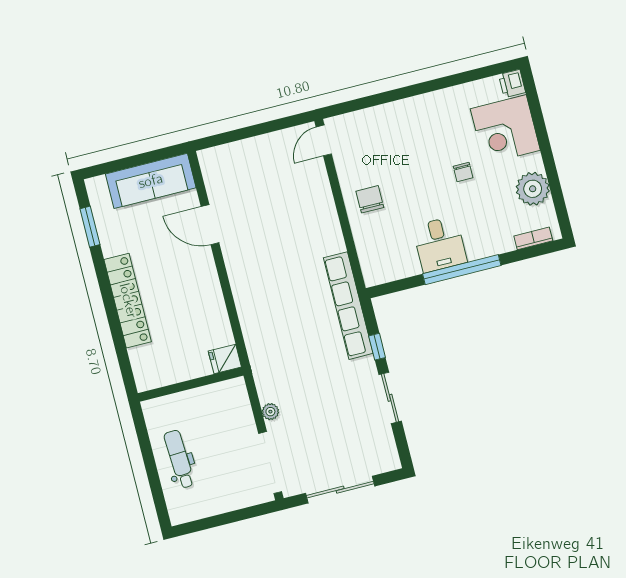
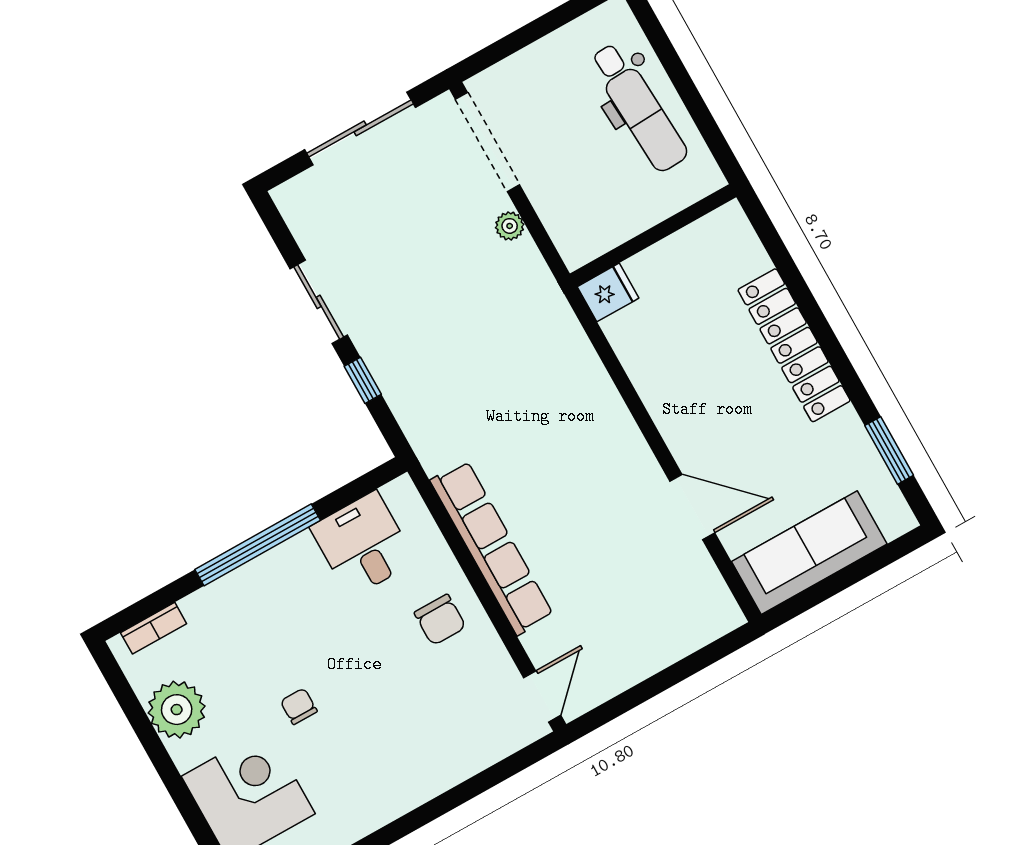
desk: (440, 244) -> (363, 544), moved
row of seats: (348, 306) -> (492, 548), moved
dental chair: (179, 459) -> (639, 107), width x1.36, depth x1.38

